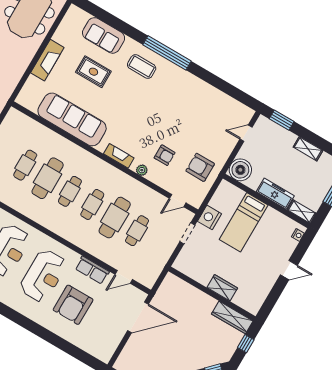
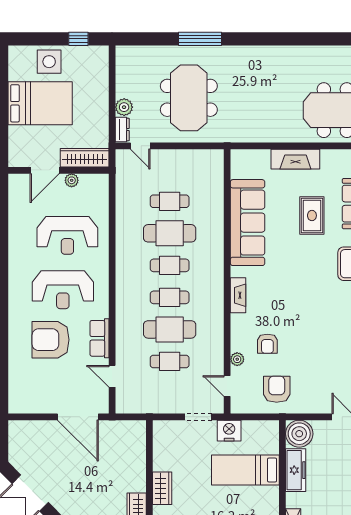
plant: (142, 170) -> (237, 359), moved
freezer: (275, 194) -> (296, 470), moved

